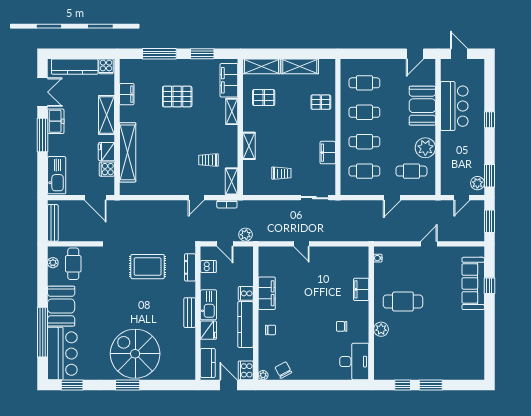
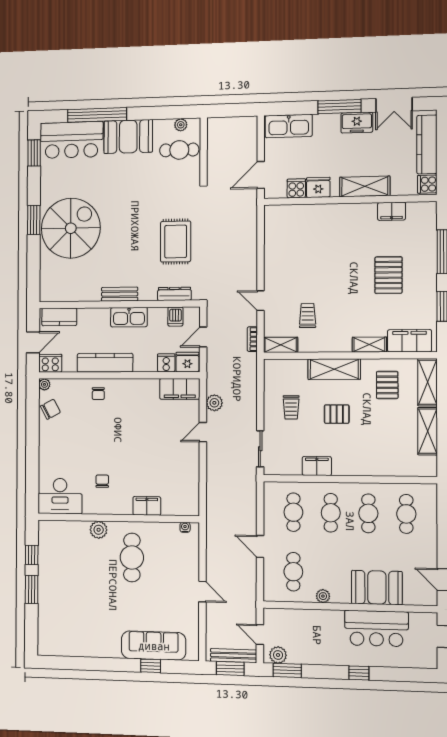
pallet: (321, 102) -> (337, 414), moved, turned 90
shelving: (249, 146) -> (334, 369), width x1.50, depth x1.33
plant: (425, 148) -> (323, 596), width x0.53, depth x0.53
shelving: (128, 152) -> (317, 214), removed
bench: (53, 223) -> (234, 656), moved
plant: (245, 235) -> (214, 403), moved
cooker: (246, 293) -> (166, 363), moved
filing cabinet: (267, 293) -> (180, 389), moved
fridge: (208, 330) -> (187, 362), moved, turned 180

